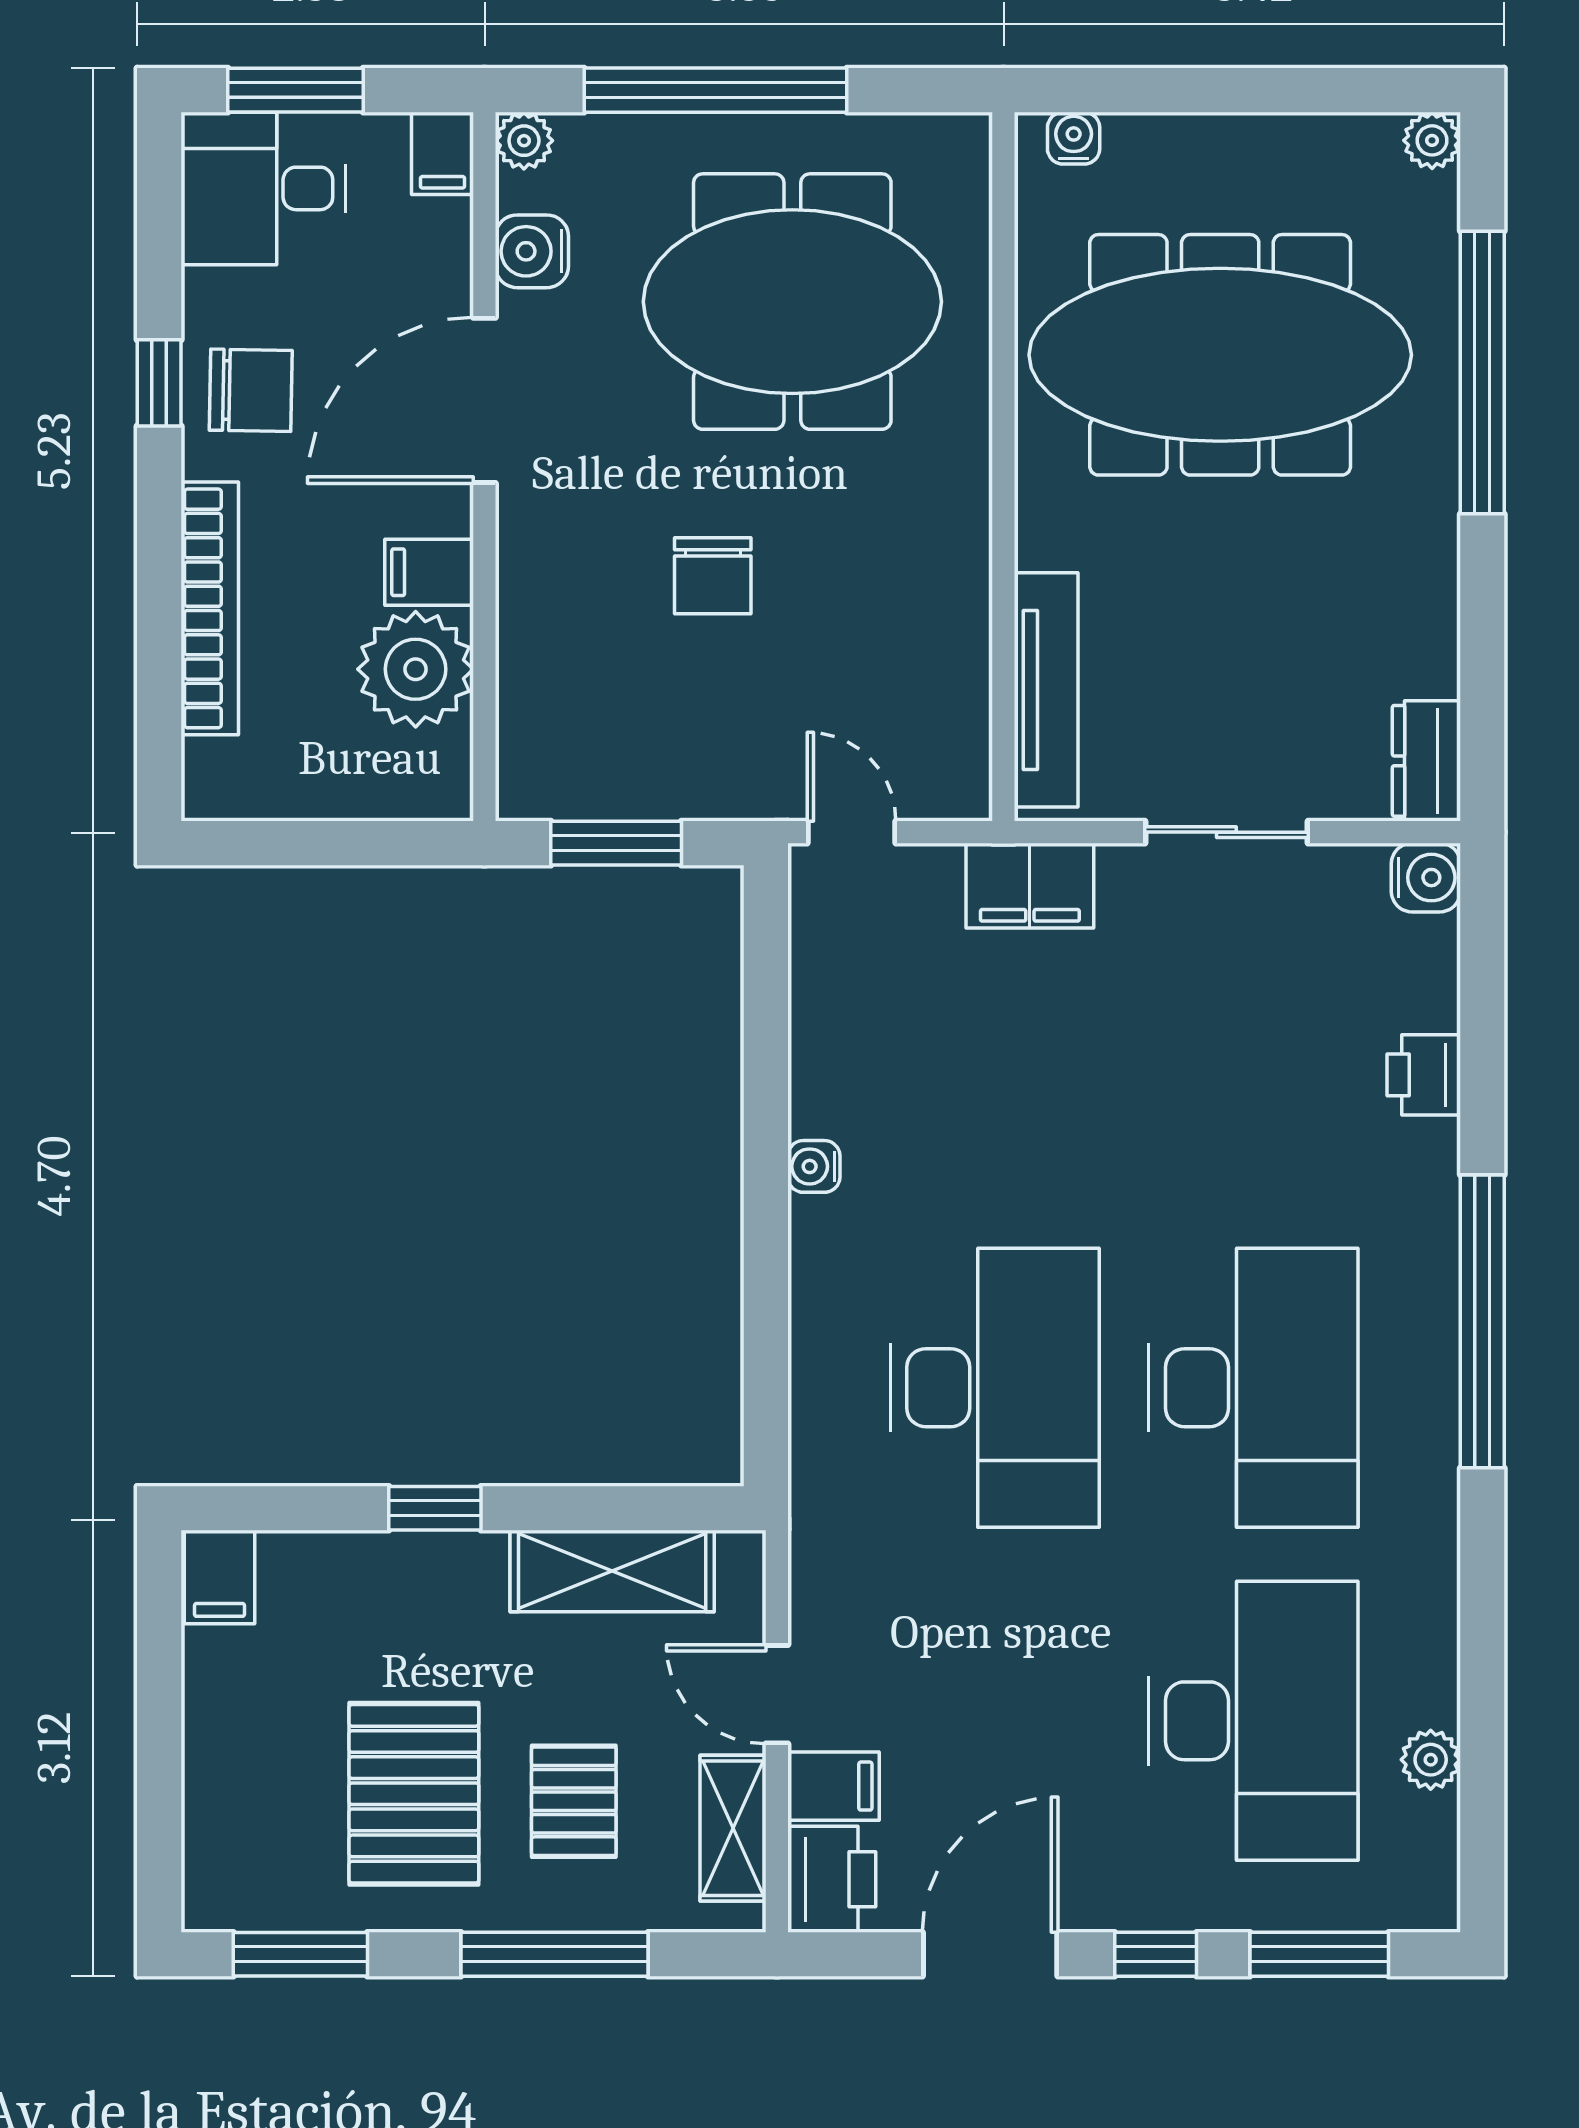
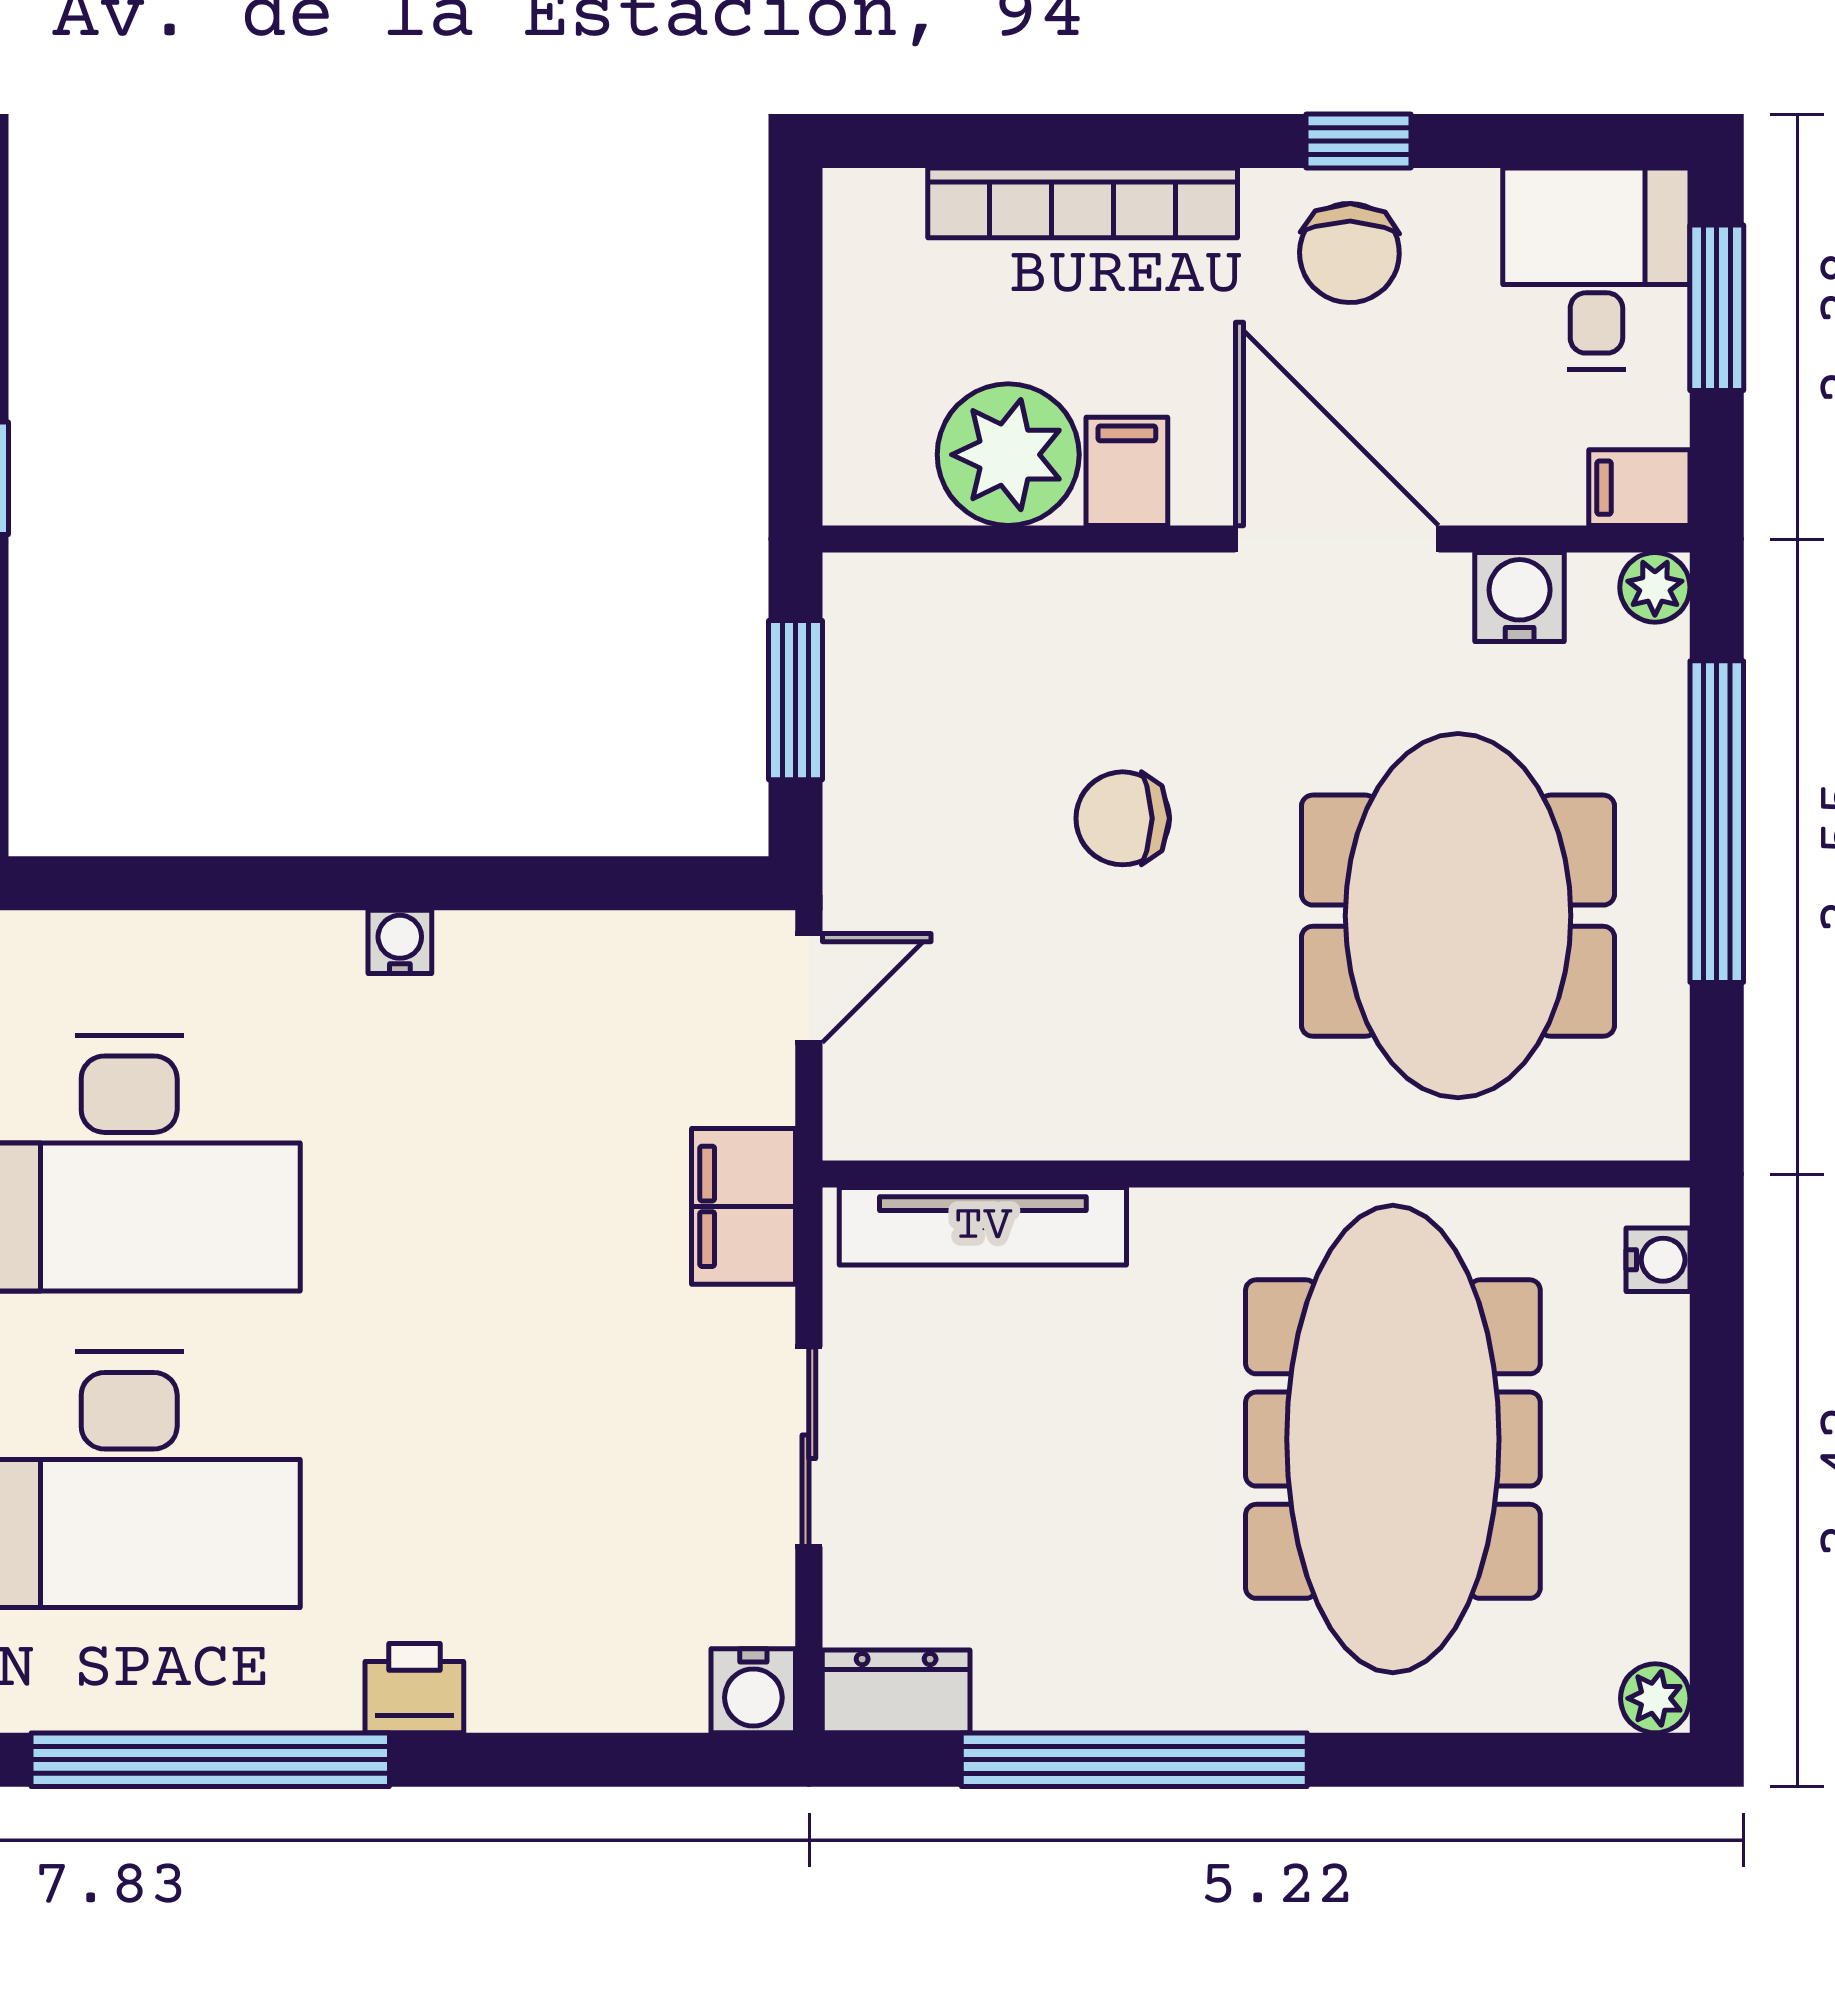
window: (1482, 372) -> (1134, 1760), moved
printer: (1424, 1075) -> (414, 1688), moved

